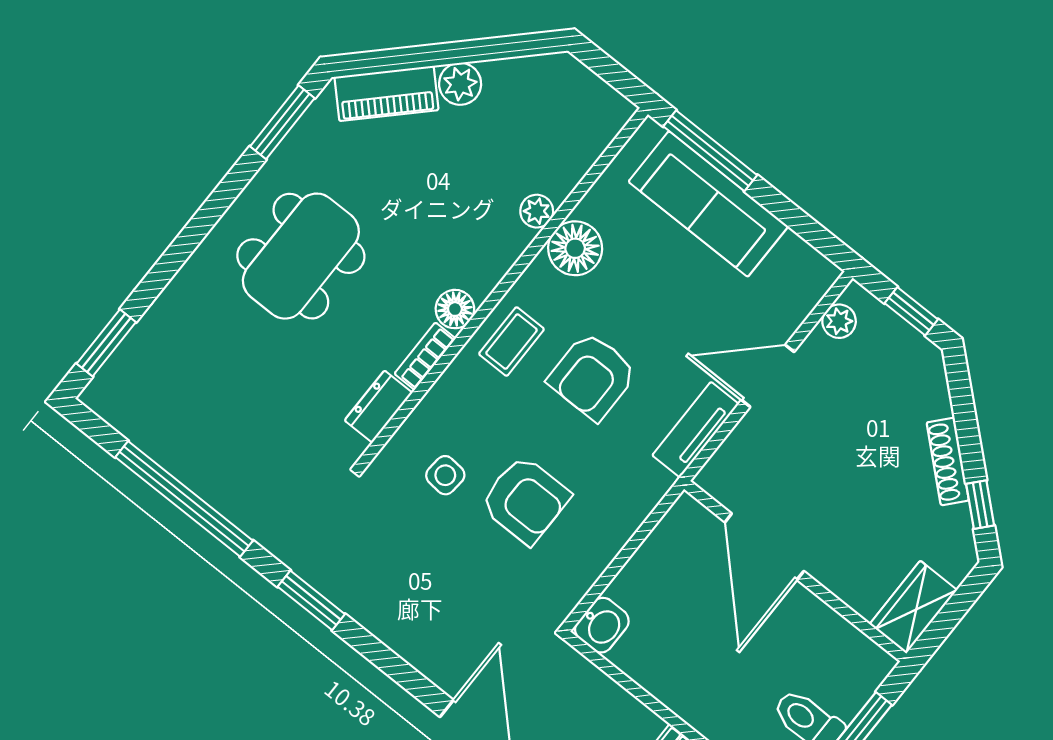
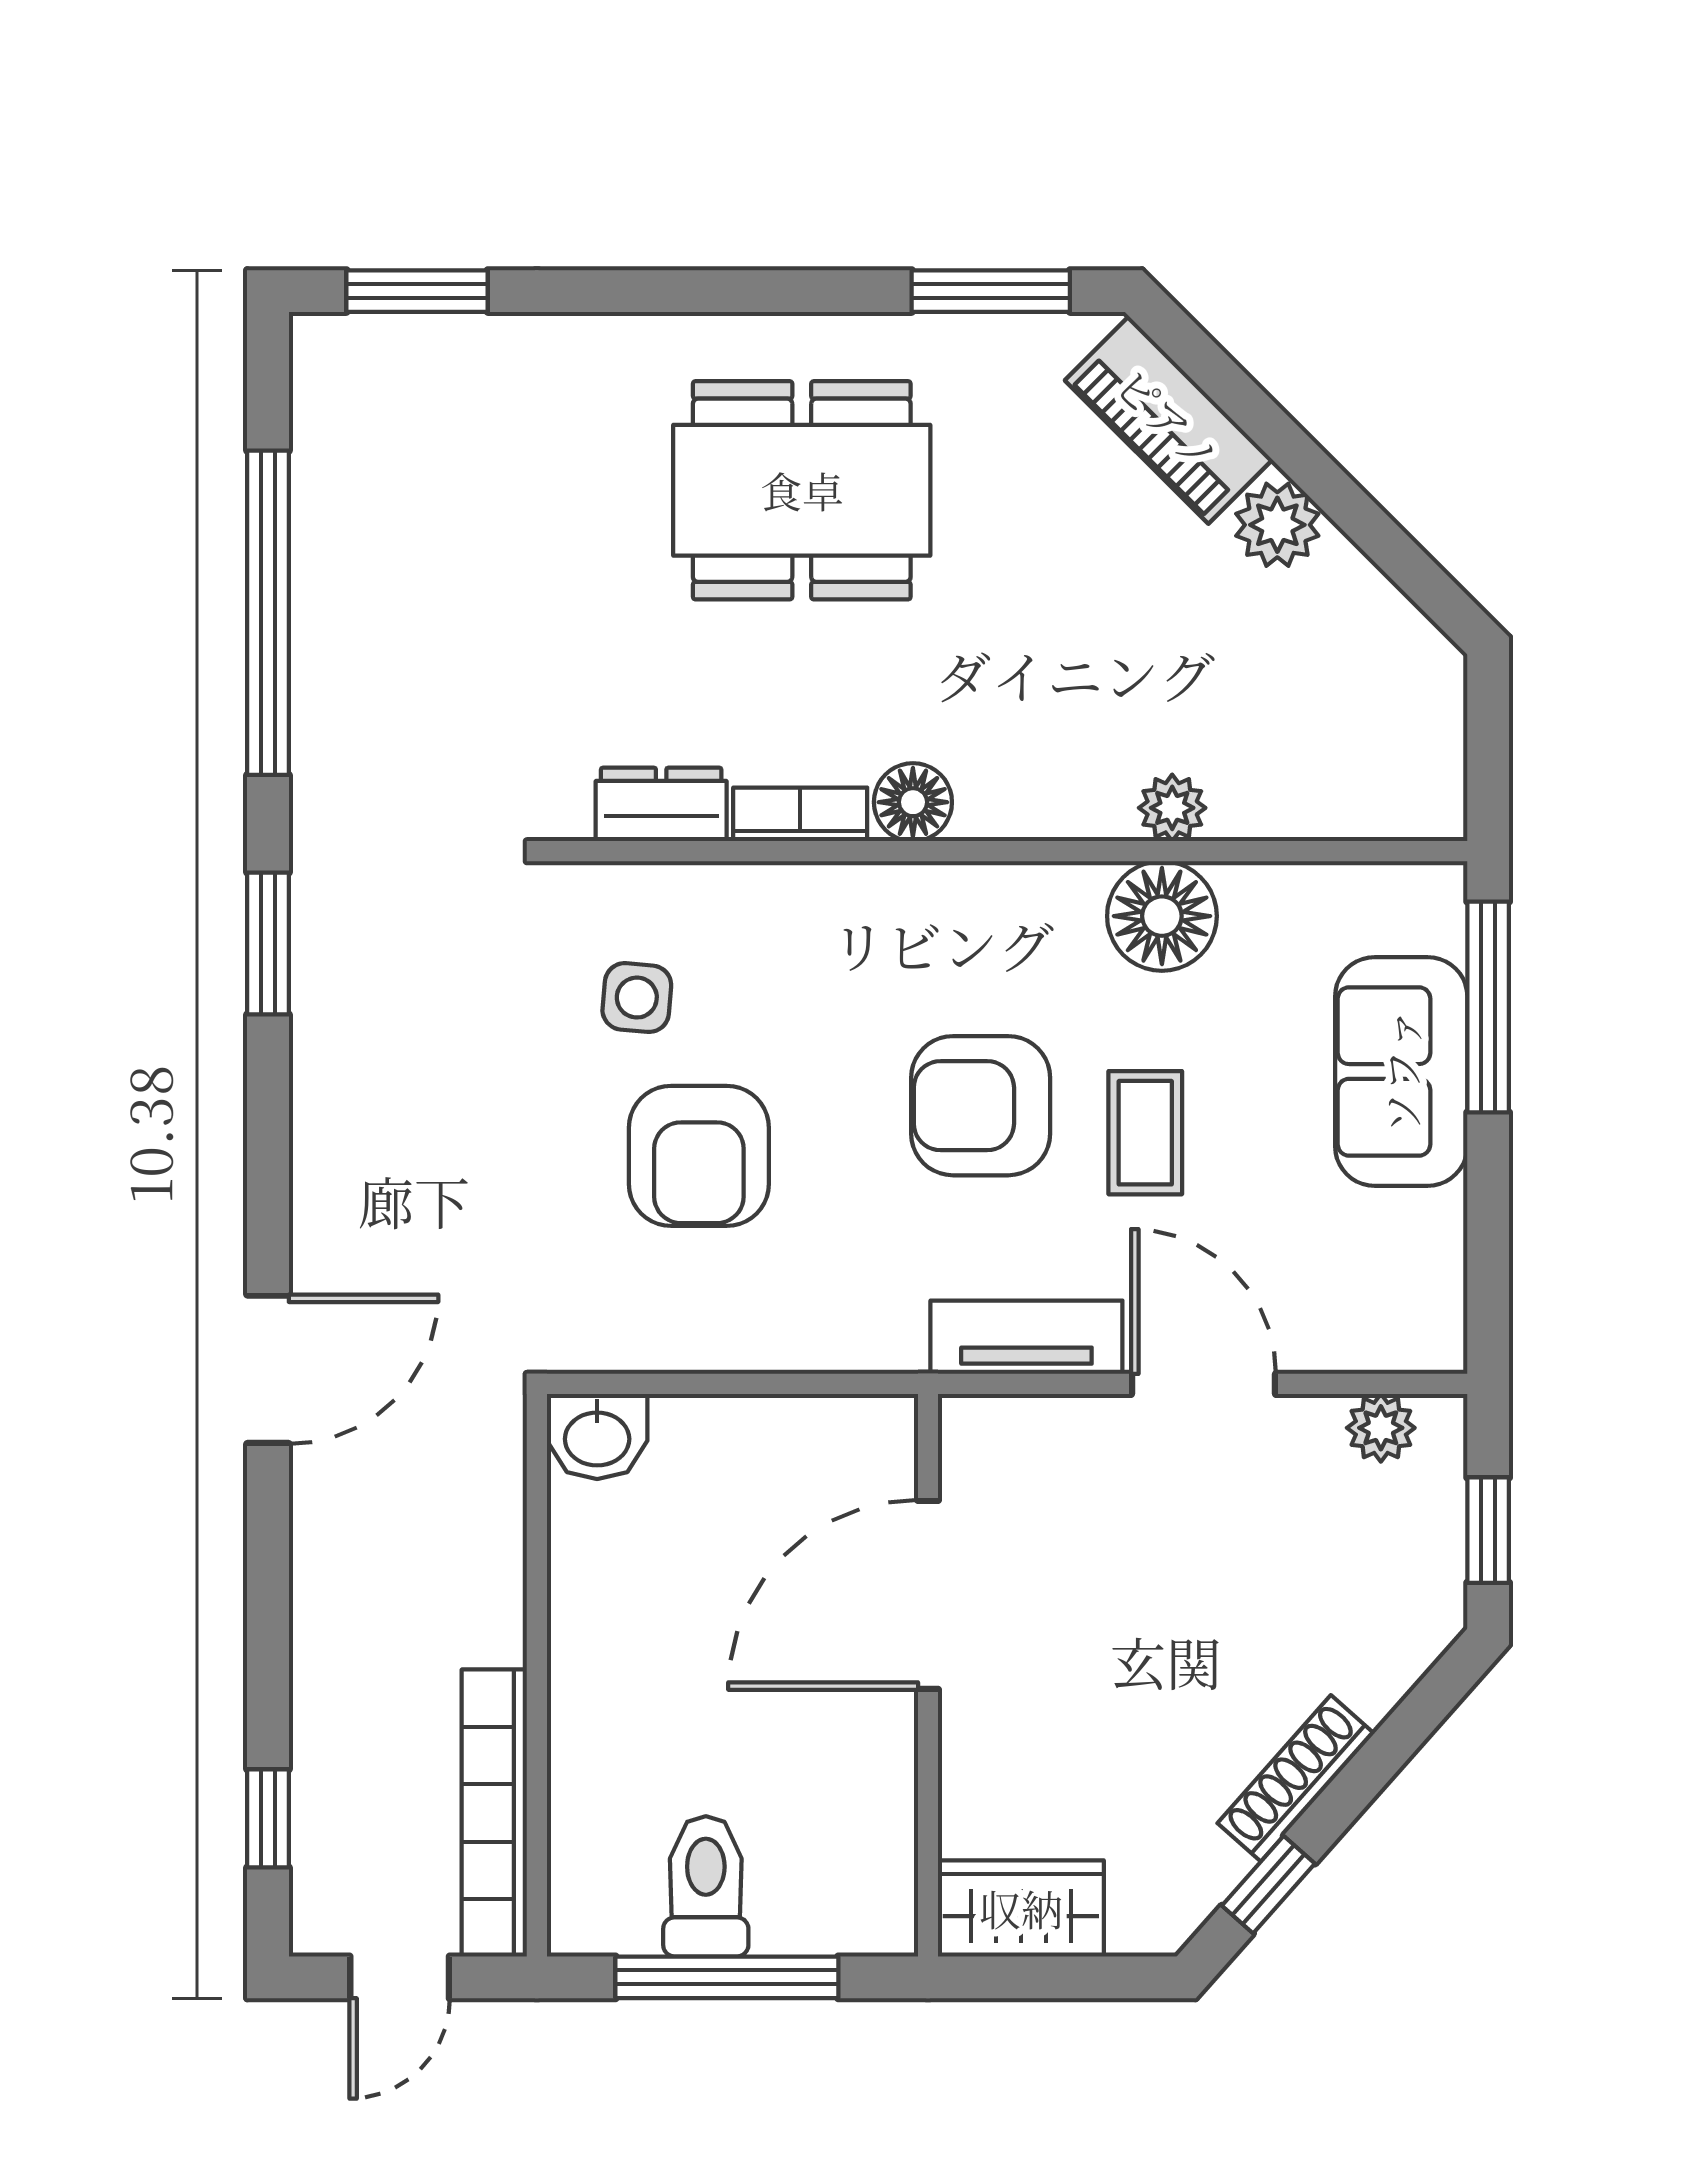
sofa: (708, 204) -> (1401, 1071), width x0.73
coffee table: (511, 342) -> (1145, 1133), moved, turned 90

